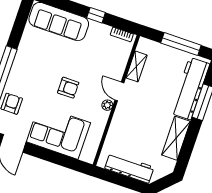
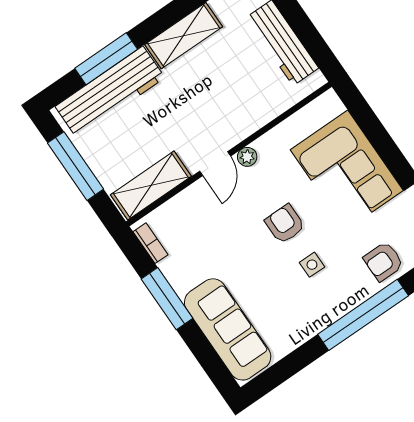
window: (96, 15) -> (167, 299), width x2.17
shelving: (136, 66) -> (151, 186), width x1.50, depth x1.33
side table: (43, 78) -> (312, 265), added

